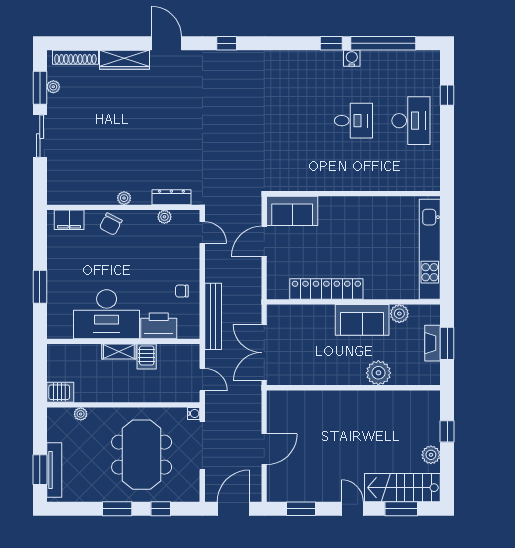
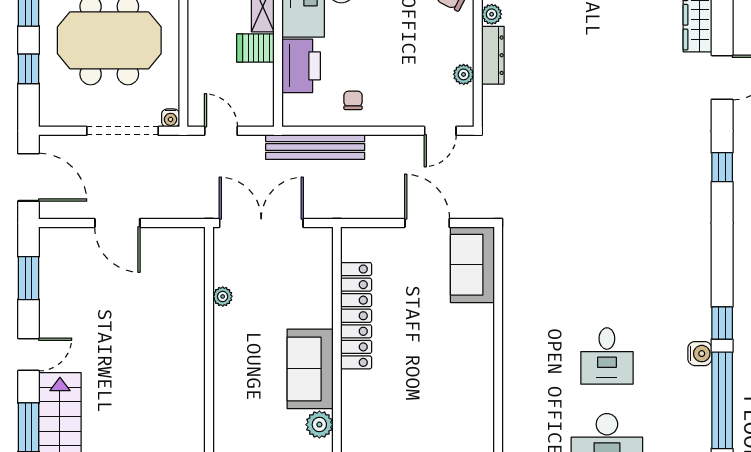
dresser: (171, 197) -> (493, 55), moved
plant: (378, 373) -> (223, 296), moved, width x0.53, depth x0.53
door: (202, 380) -> (221, 131), swing flipped

